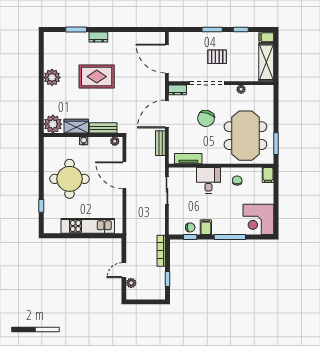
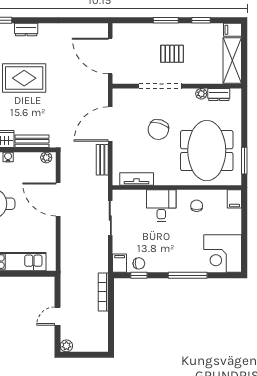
dresser: (178, 90) -> (219, 94), moved
filing cabinet: (206, 227) -> (120, 263), moved
window: (168, 279) -> (111, 327), removed
plant: (131, 283) -> (66, 346), moved

